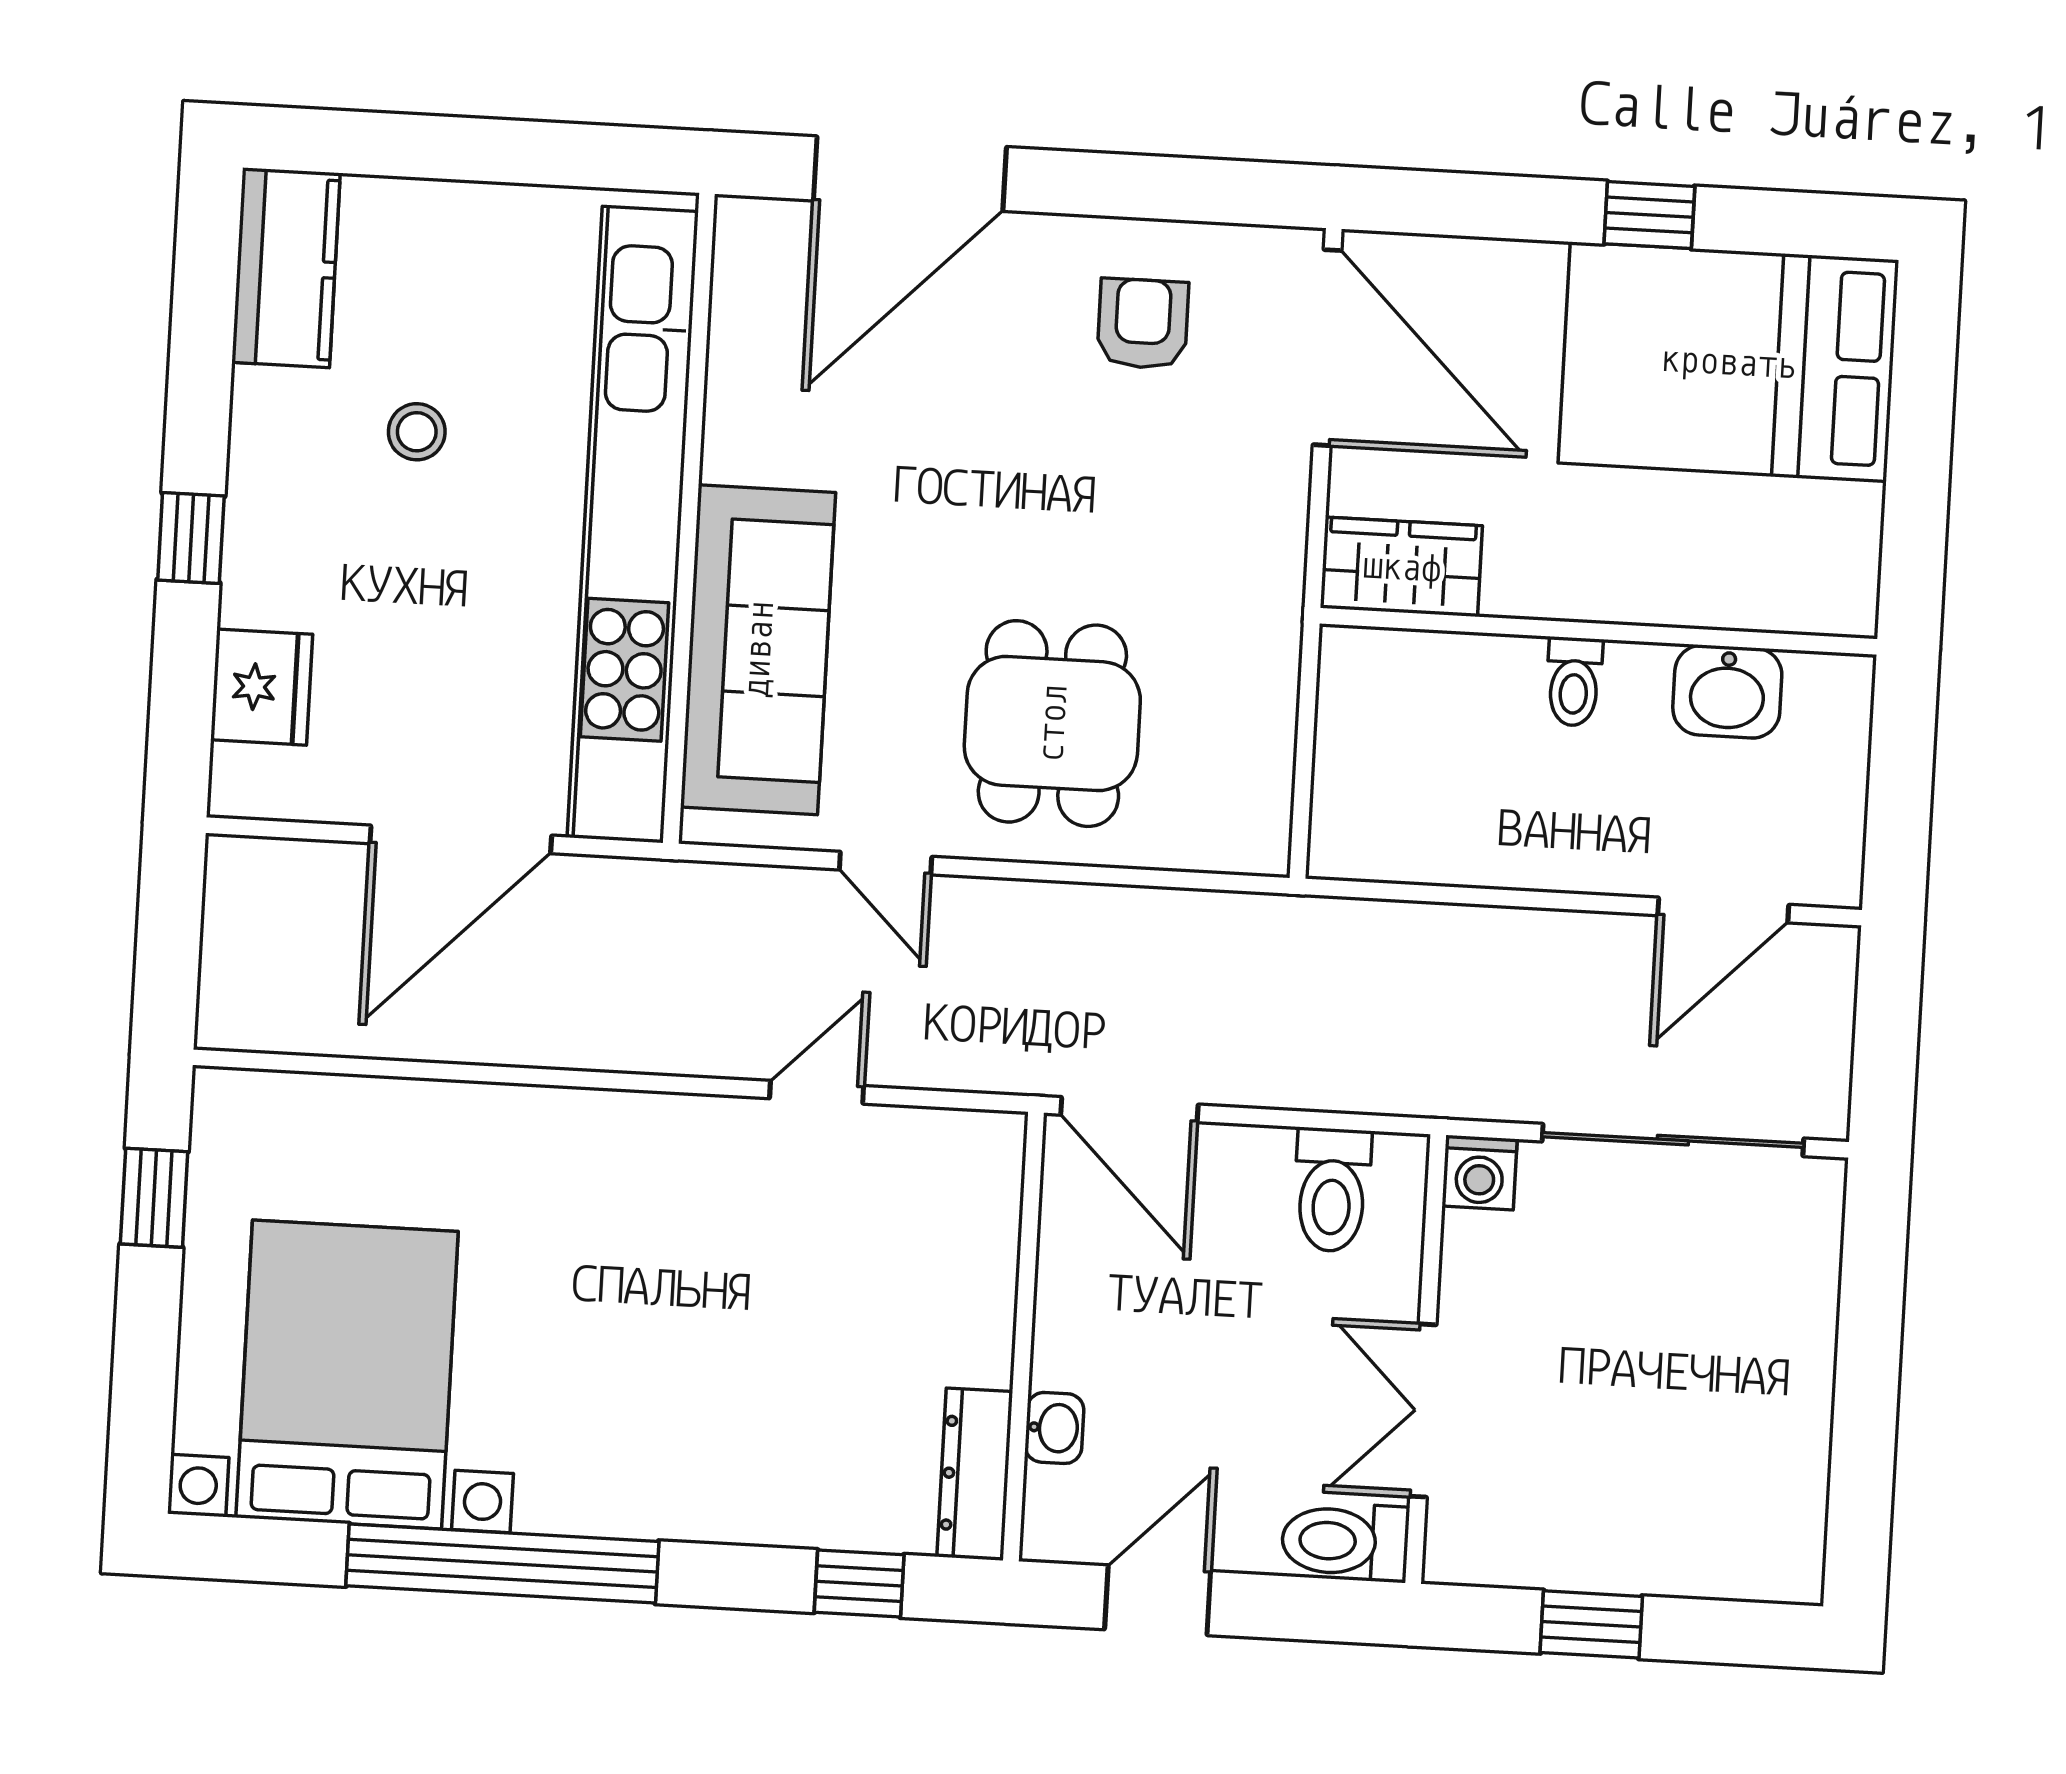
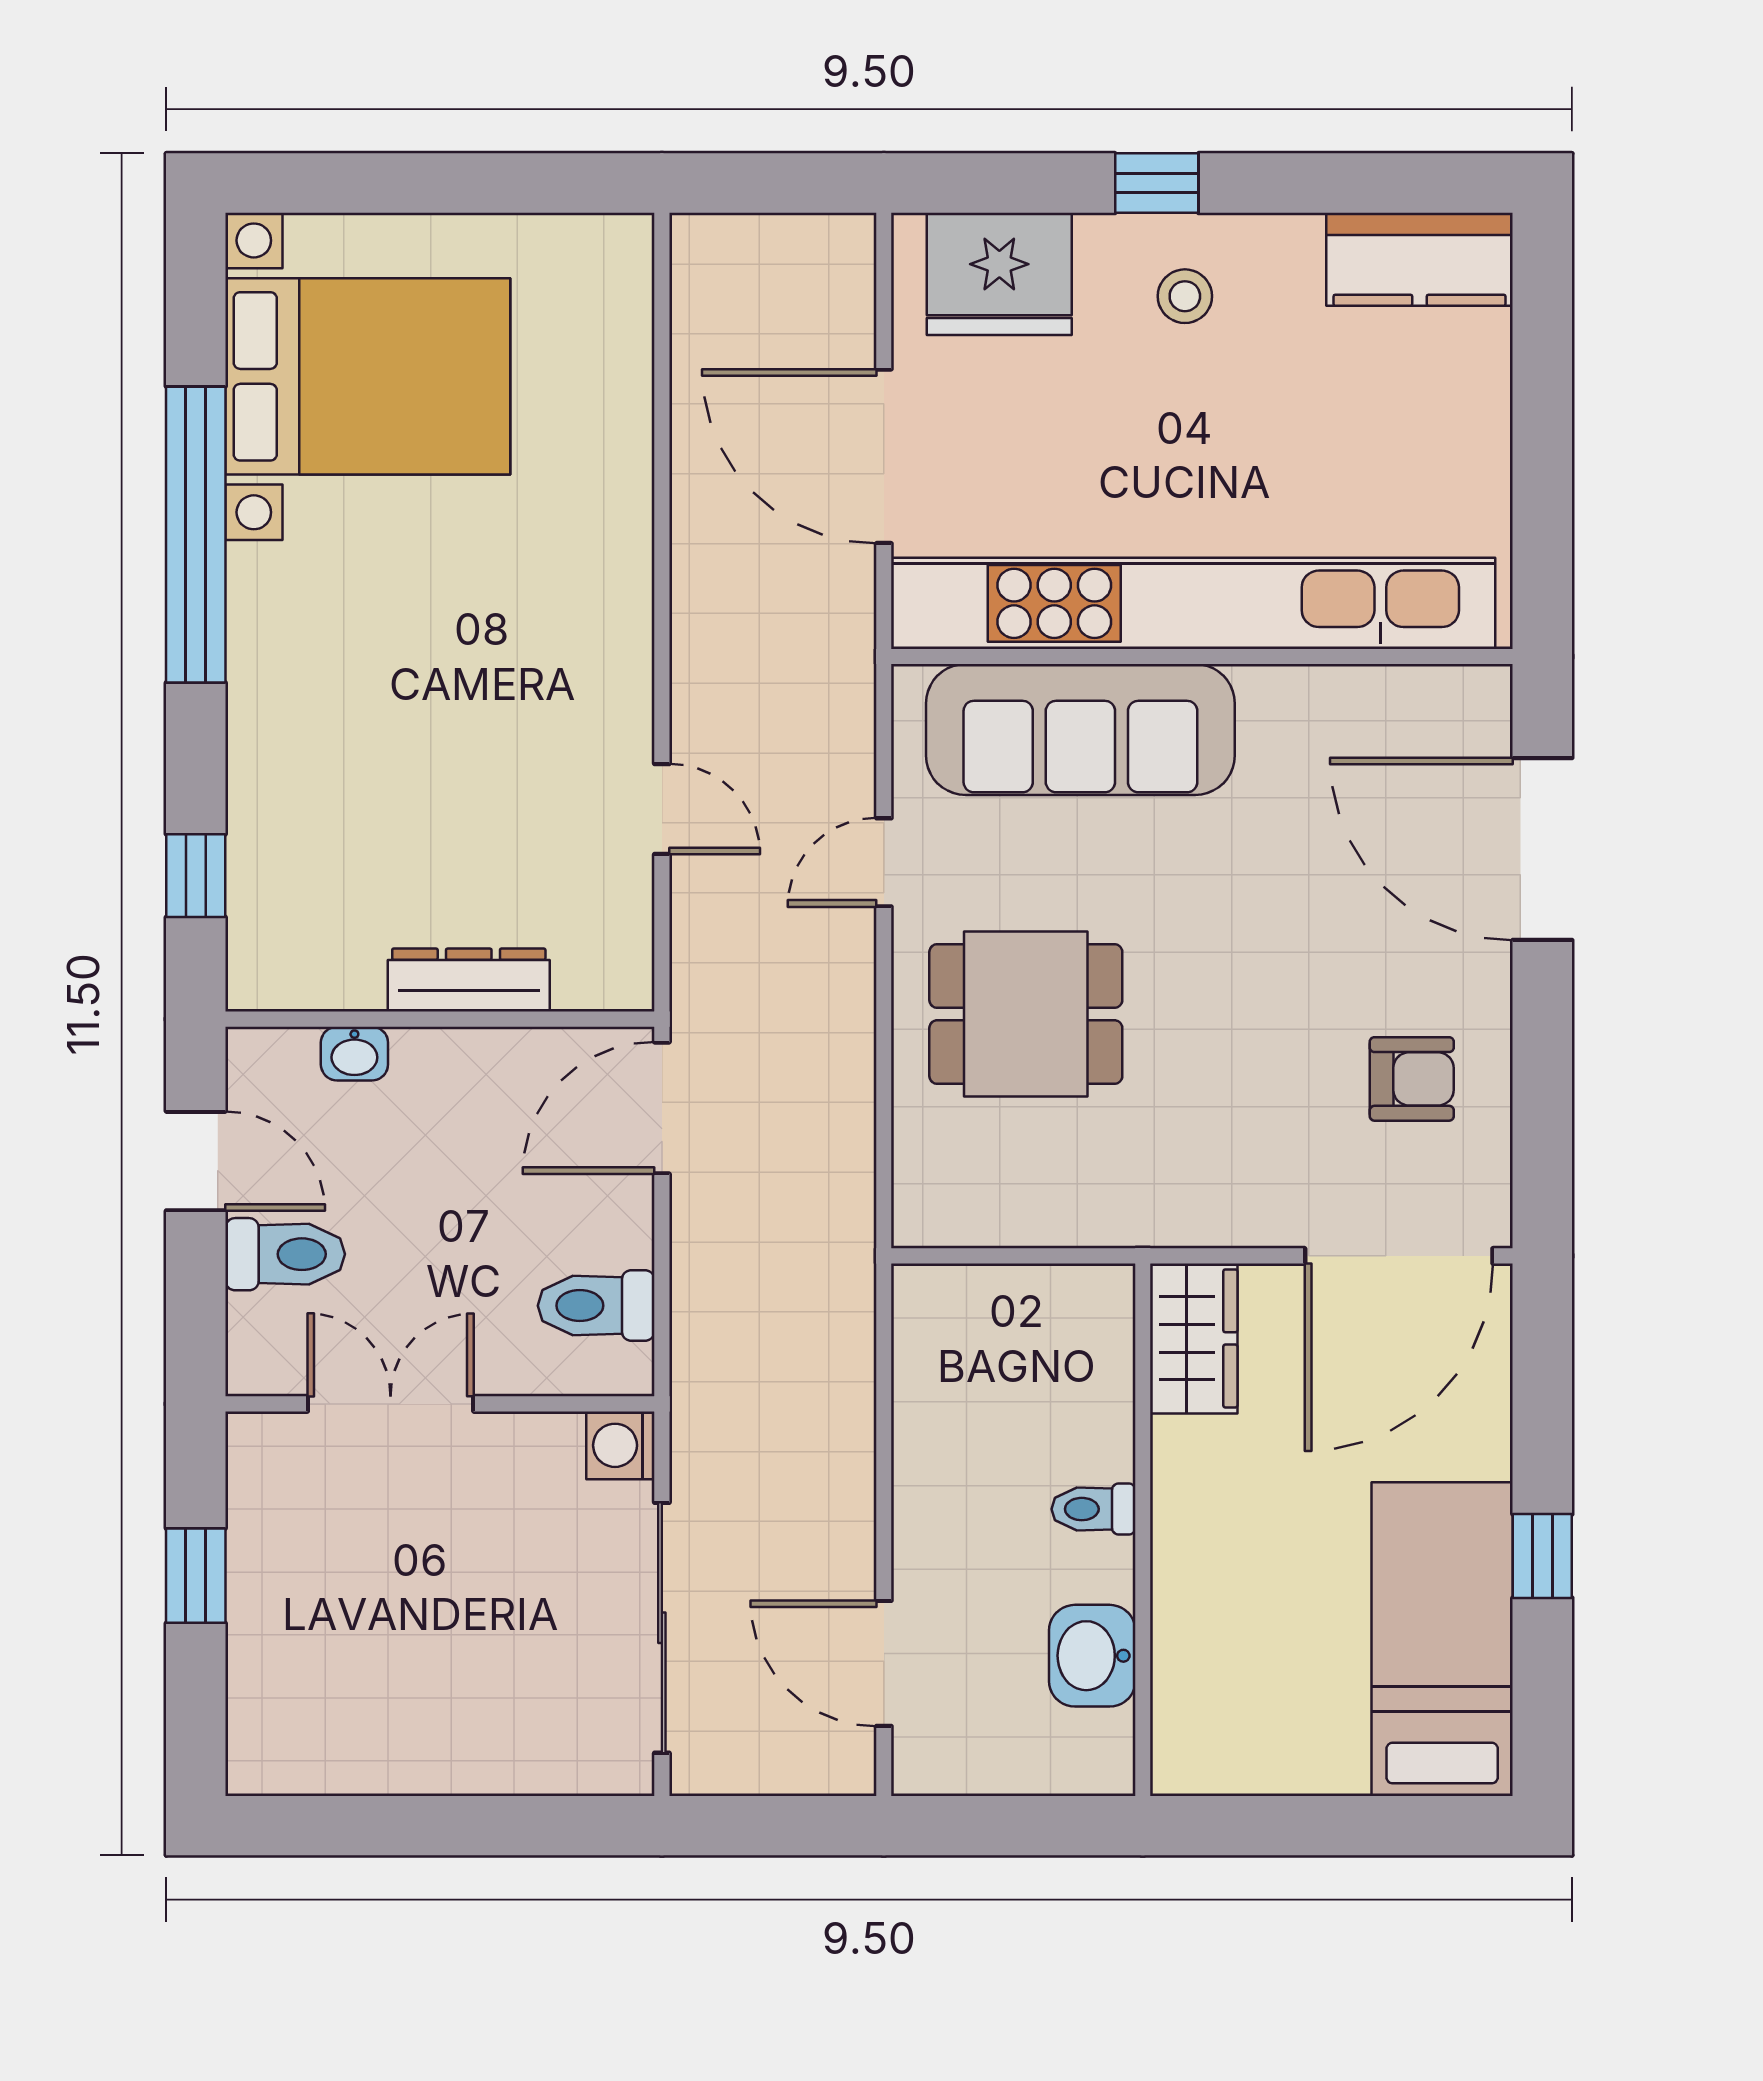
bed: (1728, 362) -> (1442, 1639), width x0.67
stool: (417, 432) -> (1185, 296), moved
fridge: (262, 687) -> (999, 274), width x1.36, depth x1.34
window: (154, 1198) -> (526, 183), removed
dresser: (975, 1474) -> (469, 980), moved
toilet: (1345, 1542) -> (285, 1254), moved, turned 90

